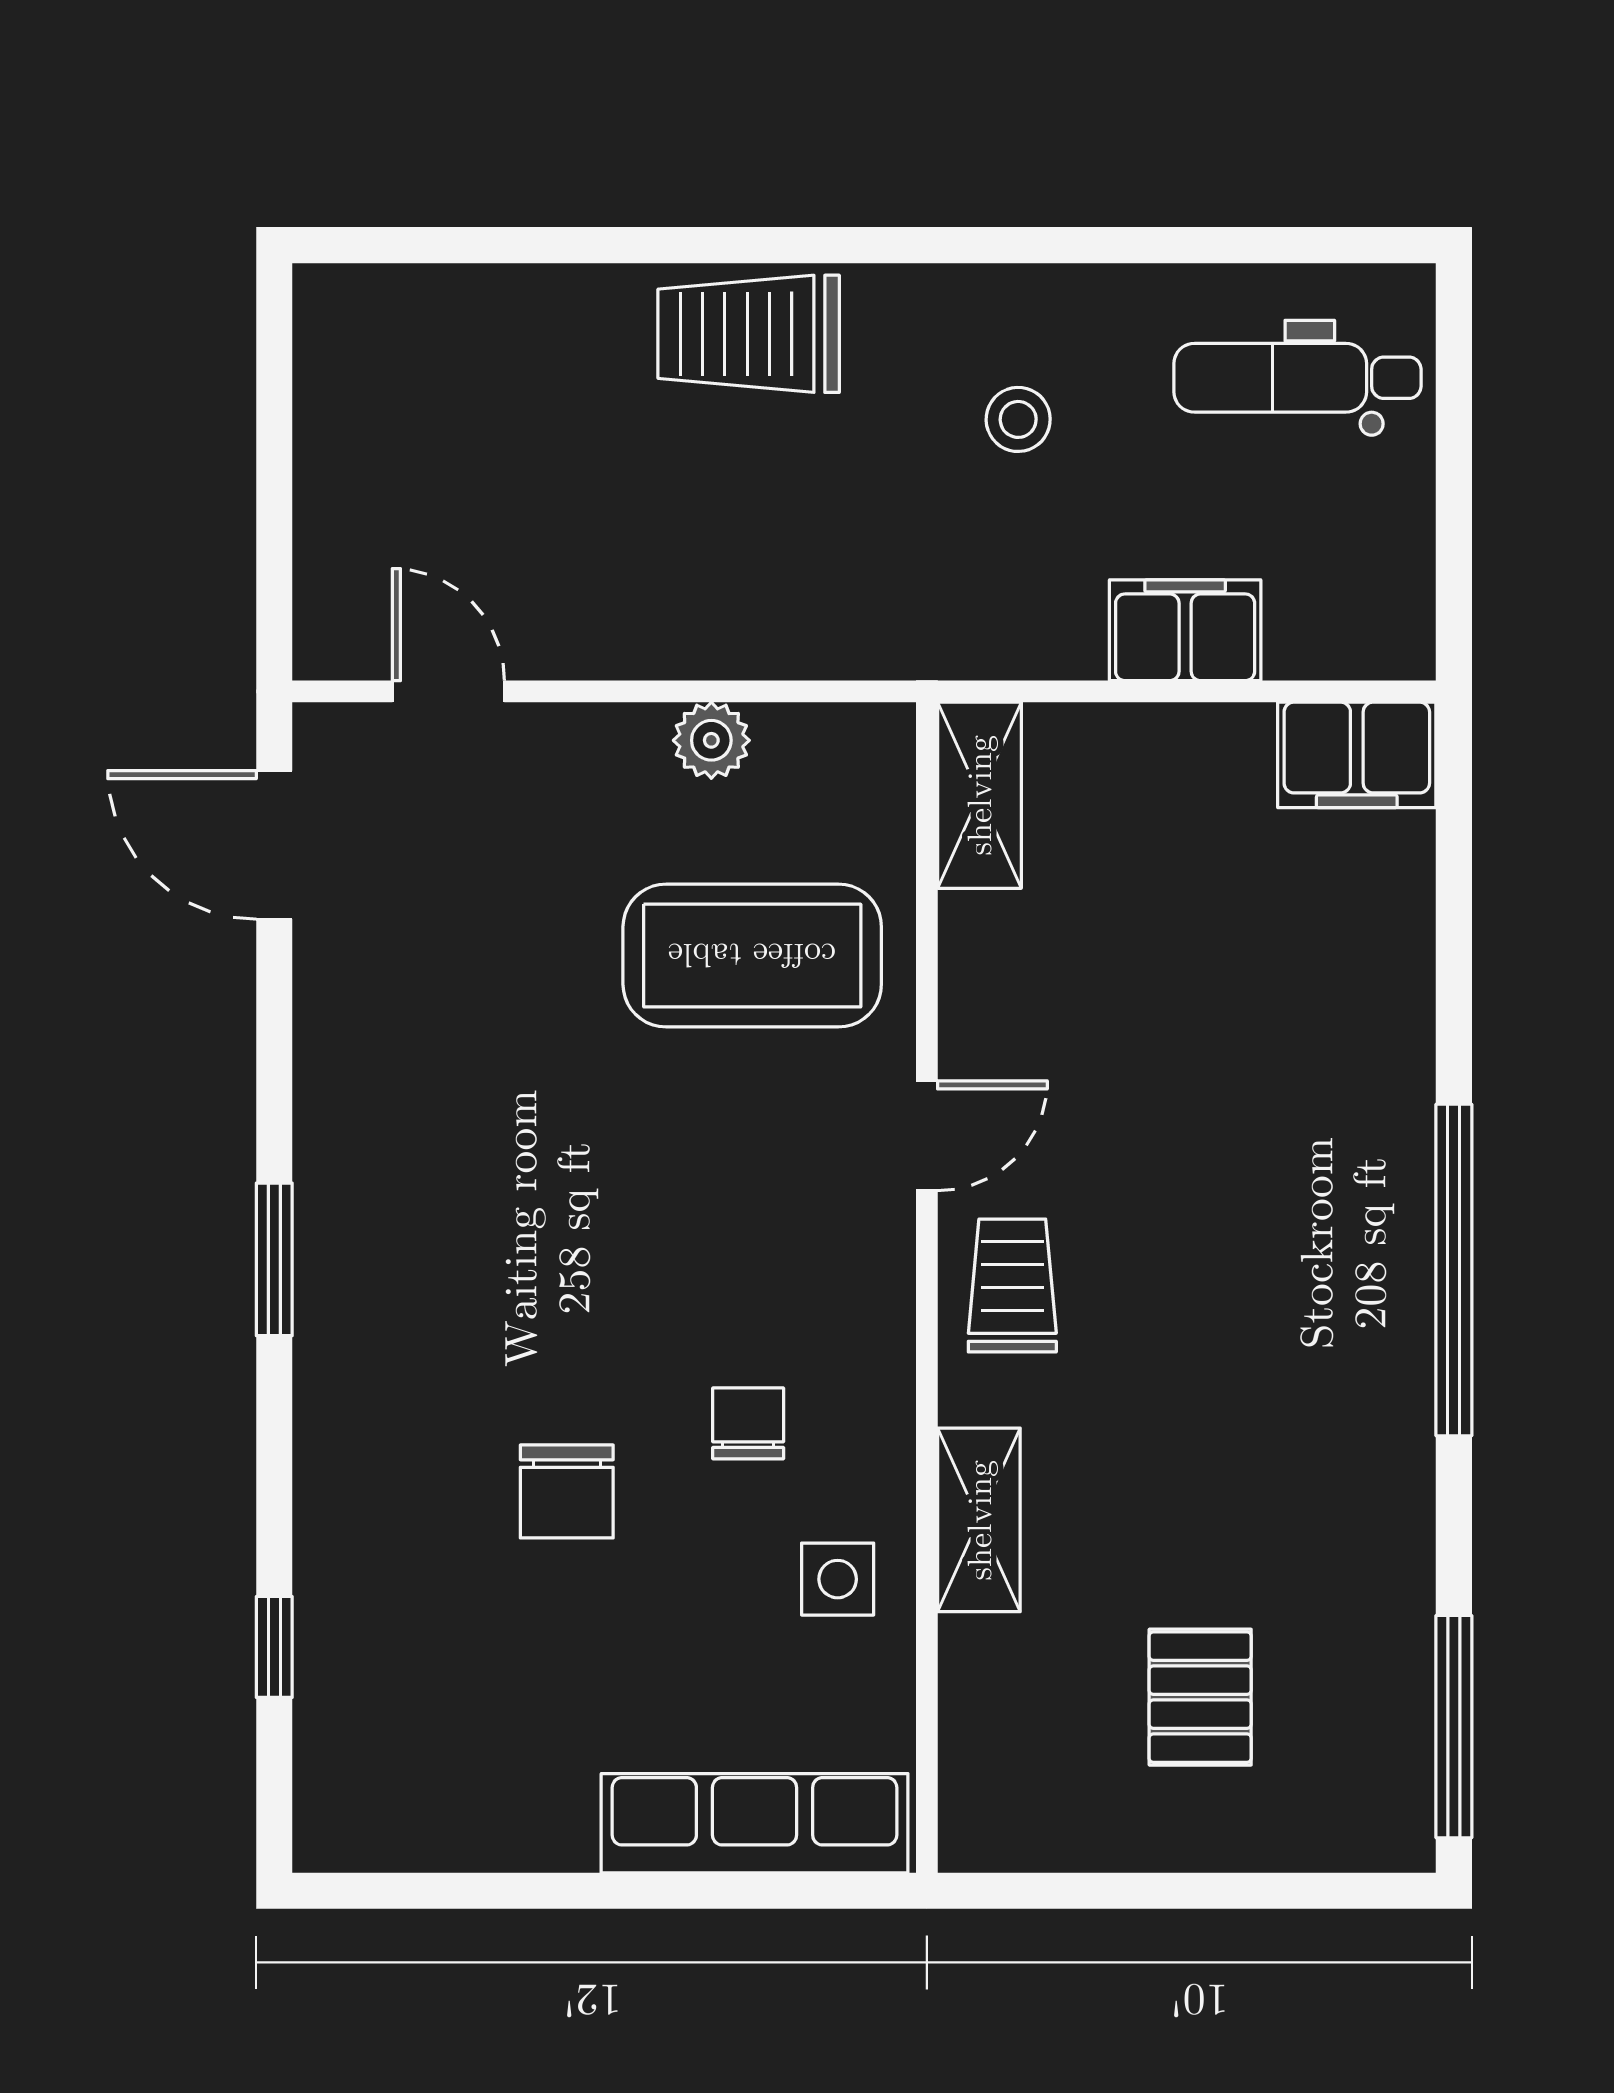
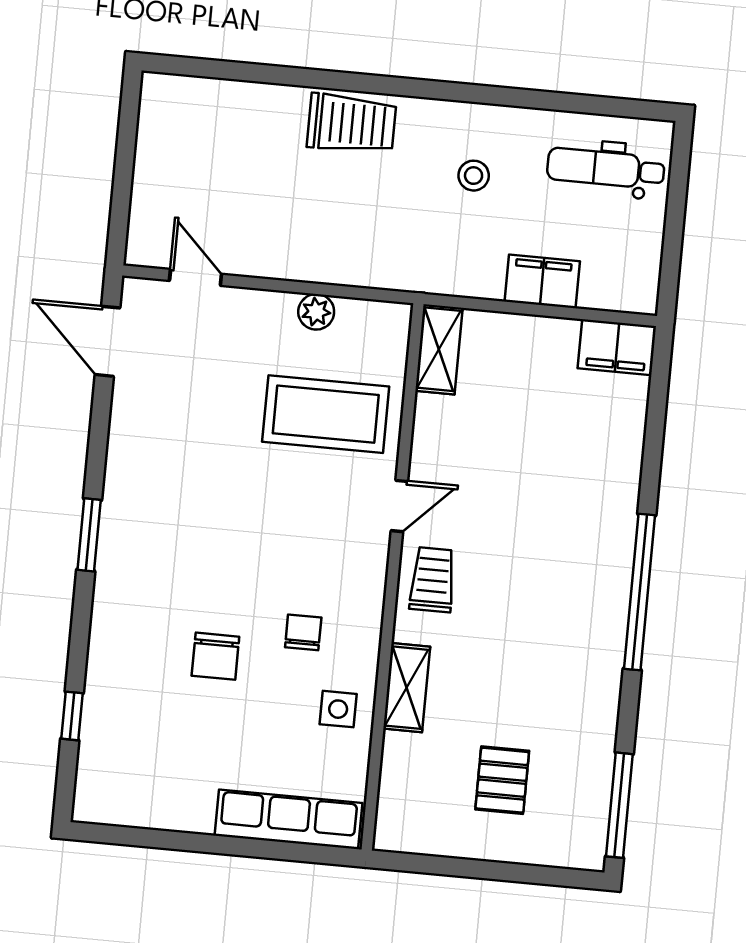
trolley: (749, 334) -> (352, 124), turned 180

